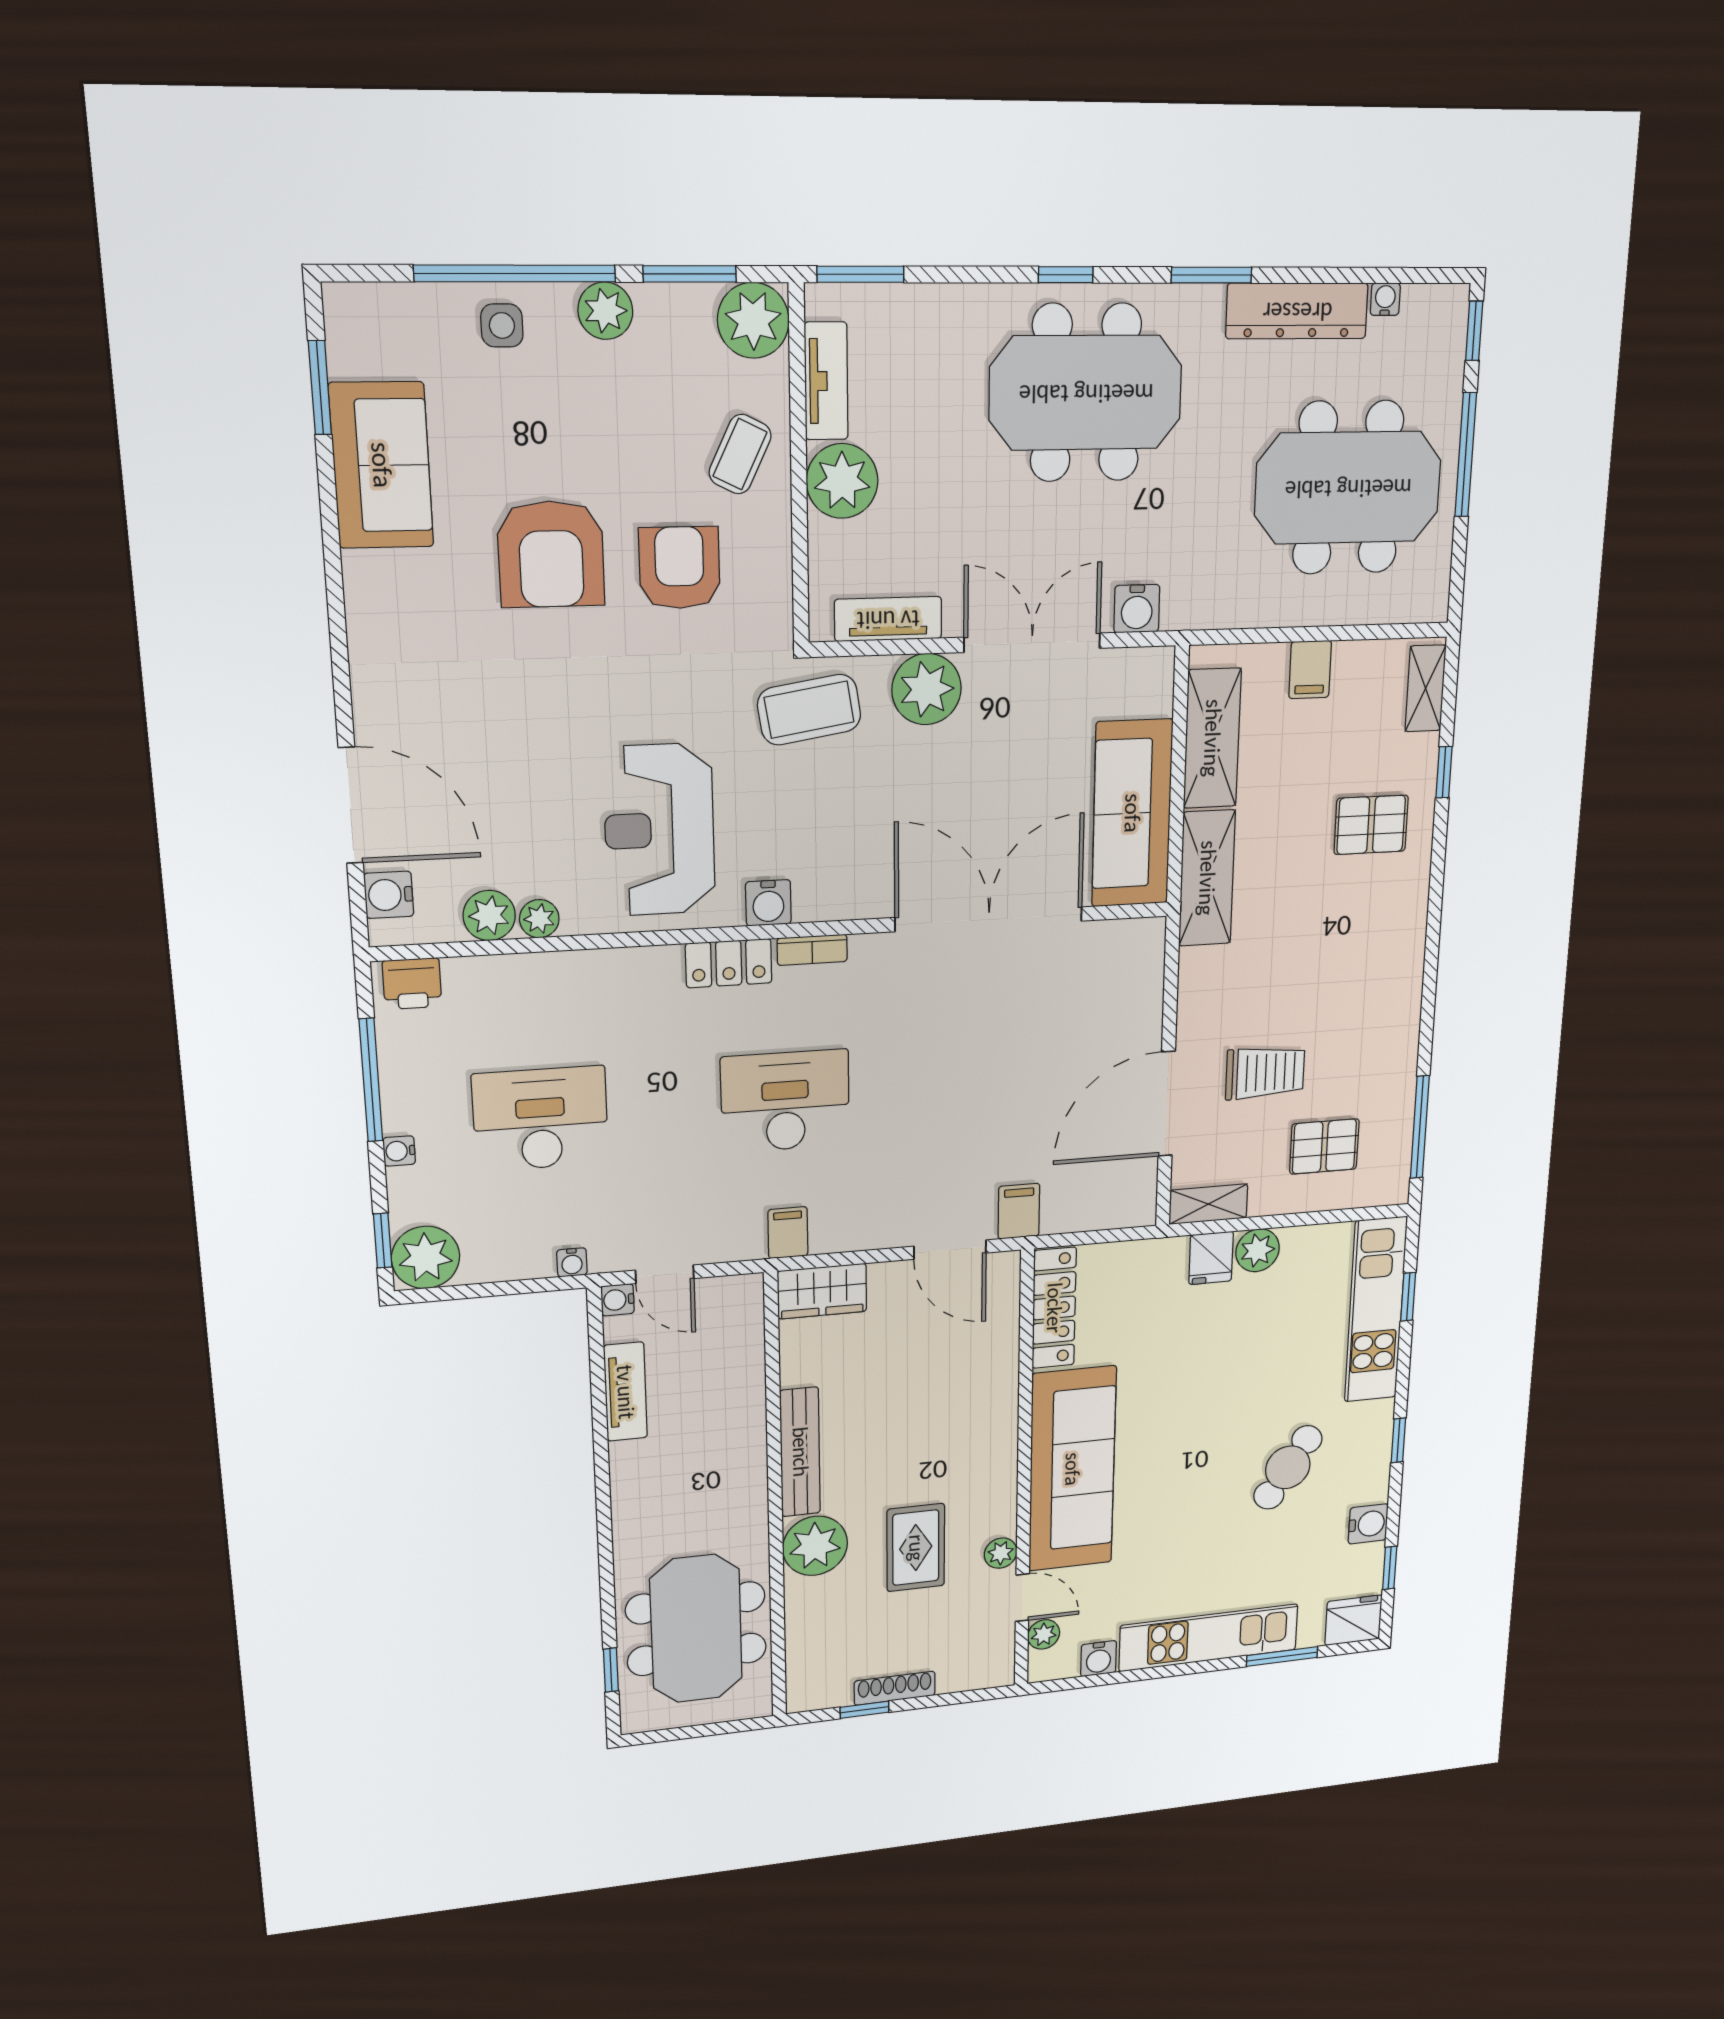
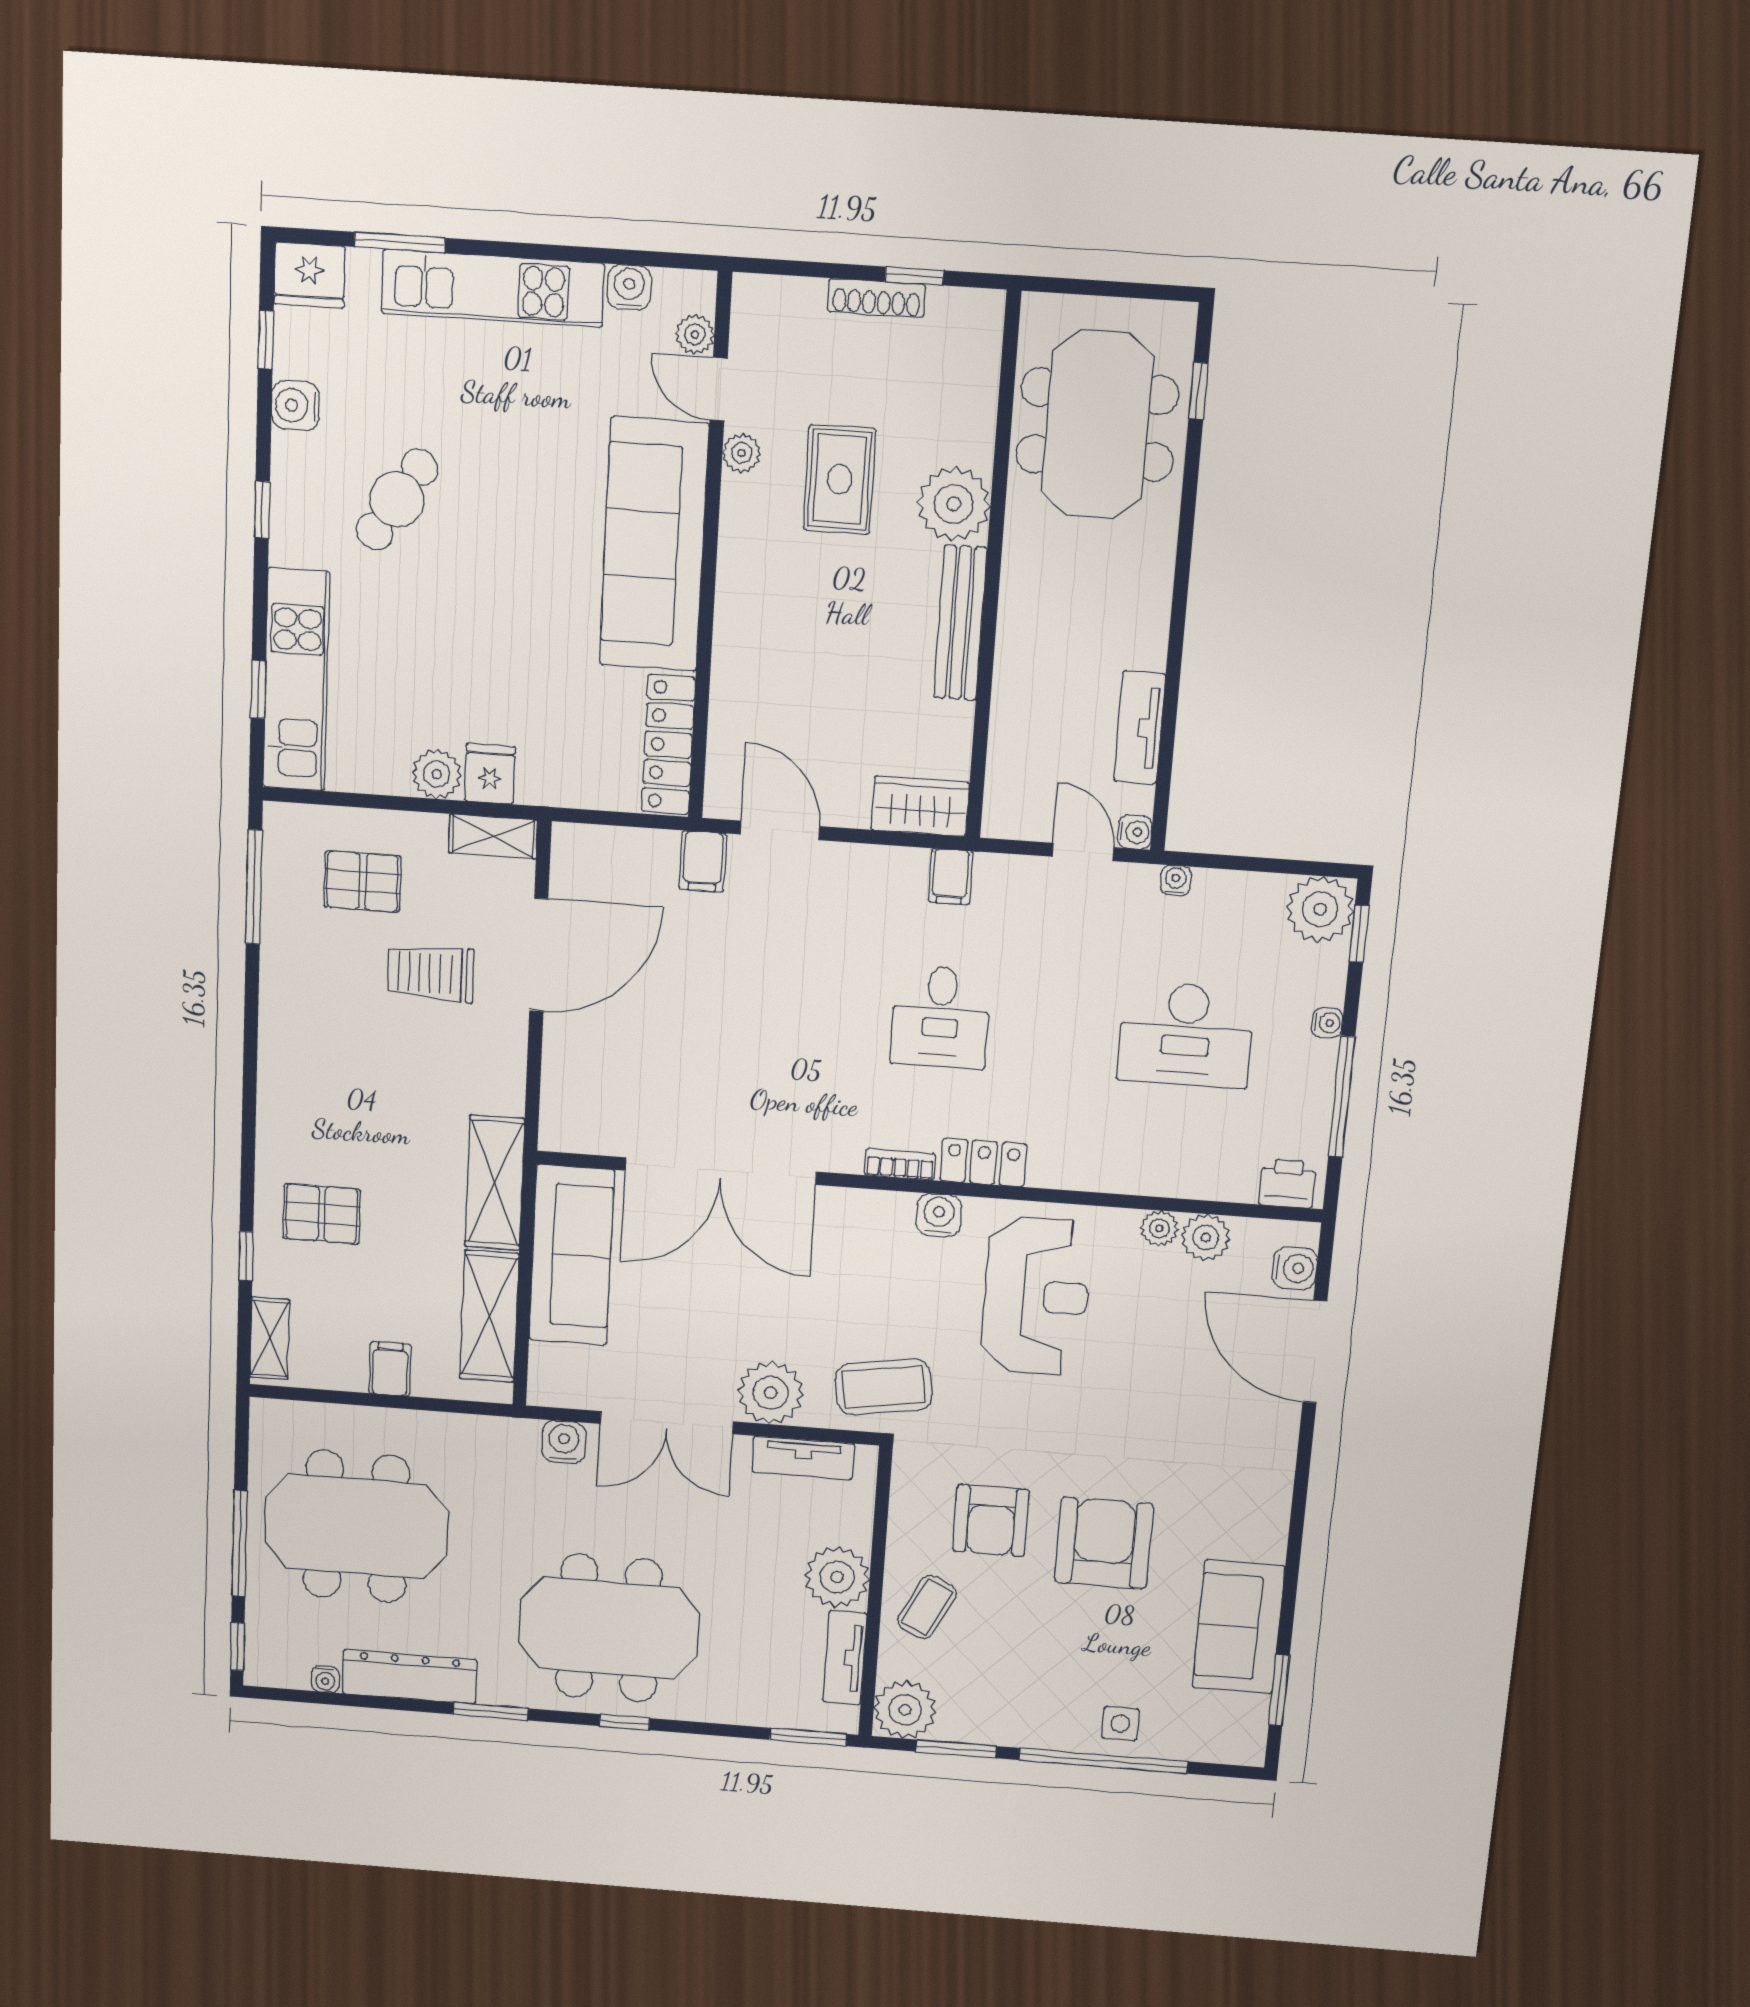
plant: (605, 311) -> (1031, 1727), removed
desk: (785, 1101) -> (940, 1017), width x0.73

